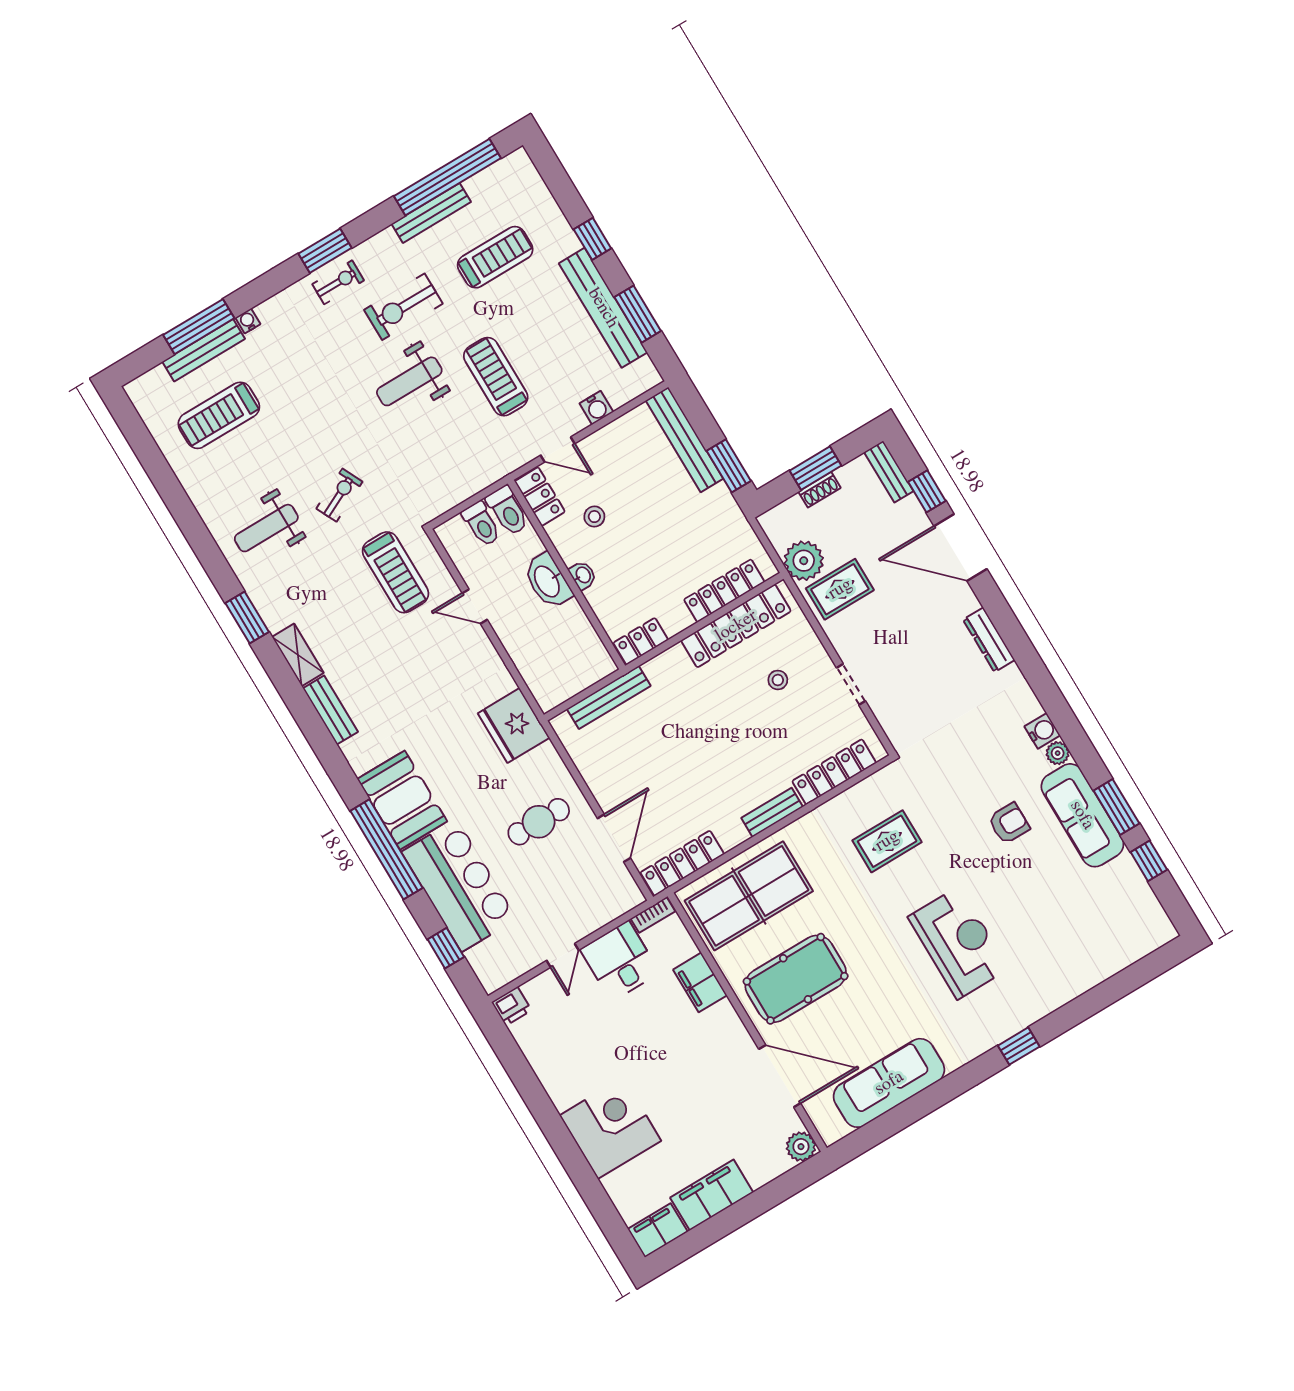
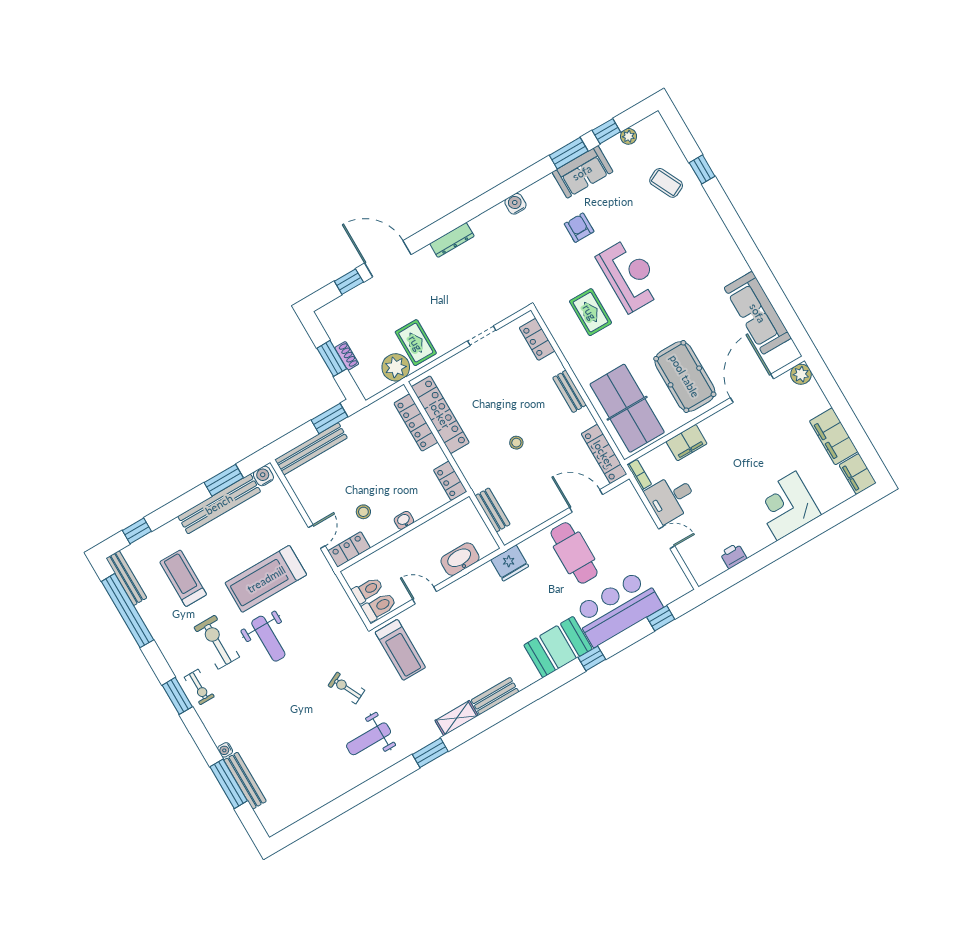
bench: (431, 213) -> (126, 578), moved
window: (592, 239) -> (137, 531), moved
exercise bike: (338, 282) -> (199, 687), turned 180
exercise bike: (403, 307) -> (217, 642), turned 180
treadmill: (496, 377) -> (266, 579), width x1.37, depth x1.38
water cooler: (596, 408) -> (263, 476), moved, turned -90
treadmill: (219, 415) -> (290, 771), removed
bench: (889, 472) -> (335, 308), removed
toilet: (508, 511) -> (379, 607), moved
weight bench: (266, 528) -> (369, 739), turned 90
door: (961, 547) -> (388, 259), swing flipped
treadmill: (395, 572) -> (400, 650), turned 90
washbasin: (548, 581) -> (460, 559), moved, turned 180
door: (475, 606) -> (425, 595), swing flipped
stool: (778, 680) -> (516, 443), moved
bench: (609, 697) -> (493, 510), width x0.73
fridge: (514, 726) -> (510, 563), width x0.73, depth x0.75
plant: (1058, 753) -> (629, 136), moved
locker: (834, 772) -> (537, 339), width x0.66
sofa: (1082, 815) -> (582, 172), width x0.73
cafe table: (539, 822) -> (574, 553), width x1.37, depth x1.35
window: (386, 849) -> (592, 658), width x0.32
reception desk: (958, 943) -> (630, 275), moved, turned 90
coffee table: (1075, 948) -> (666, 183), added
printer: (512, 1006) -> (733, 556), moved, turned -90
window: (1019, 1046) -> (702, 169), moved

